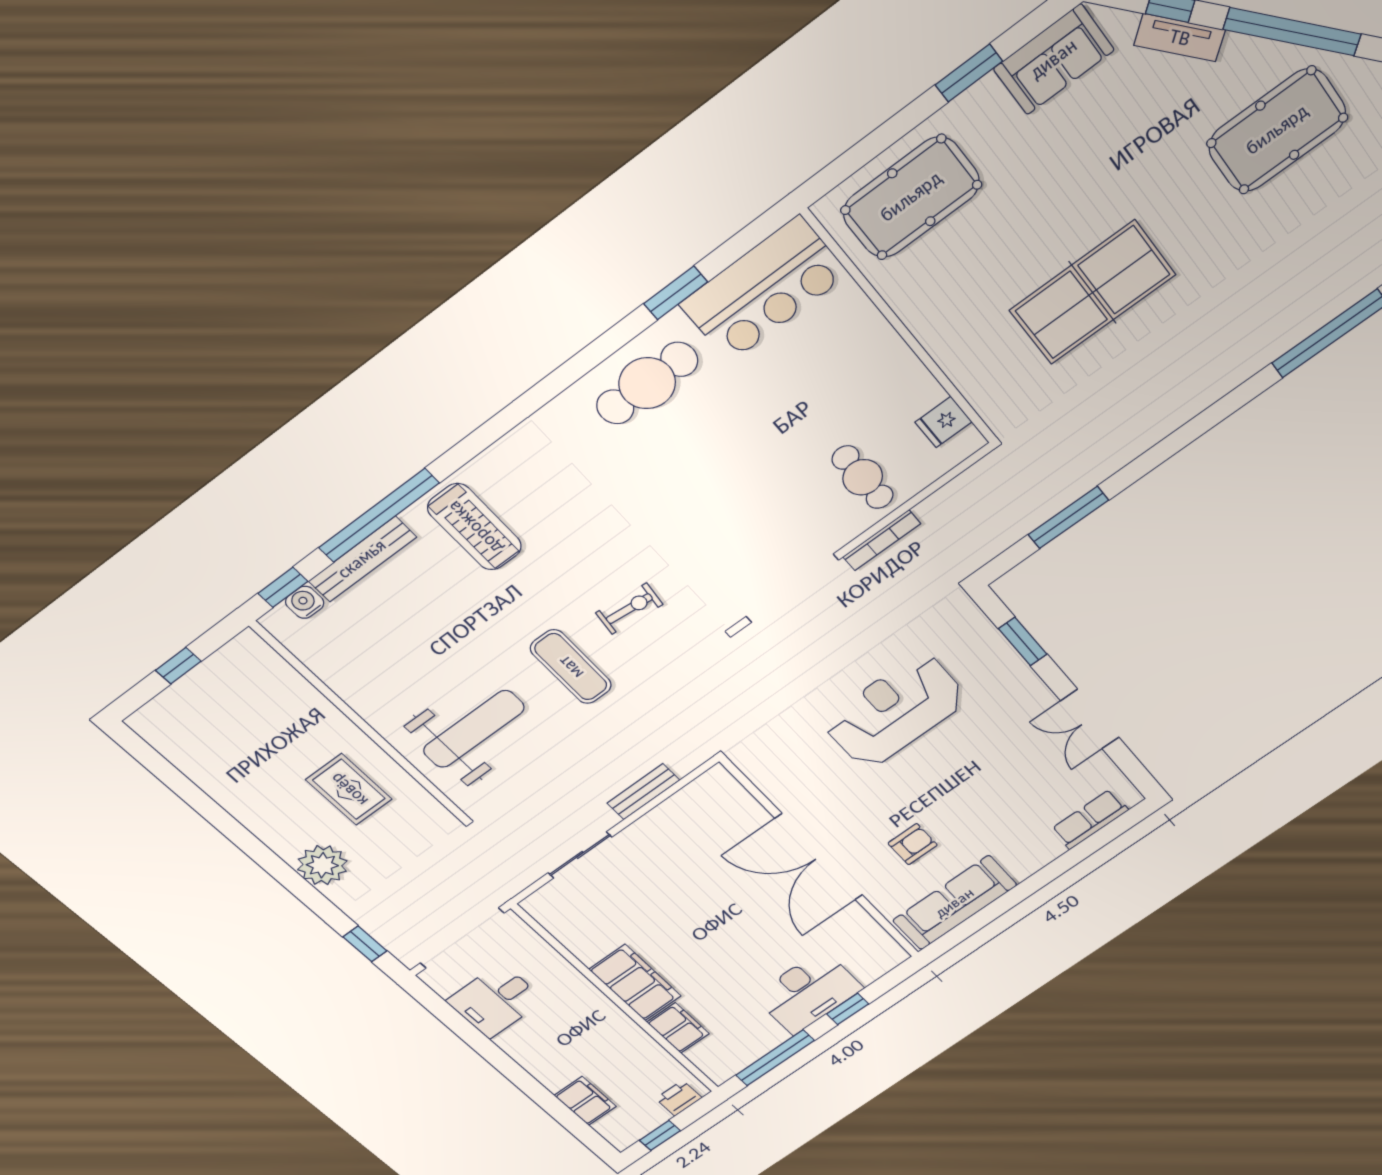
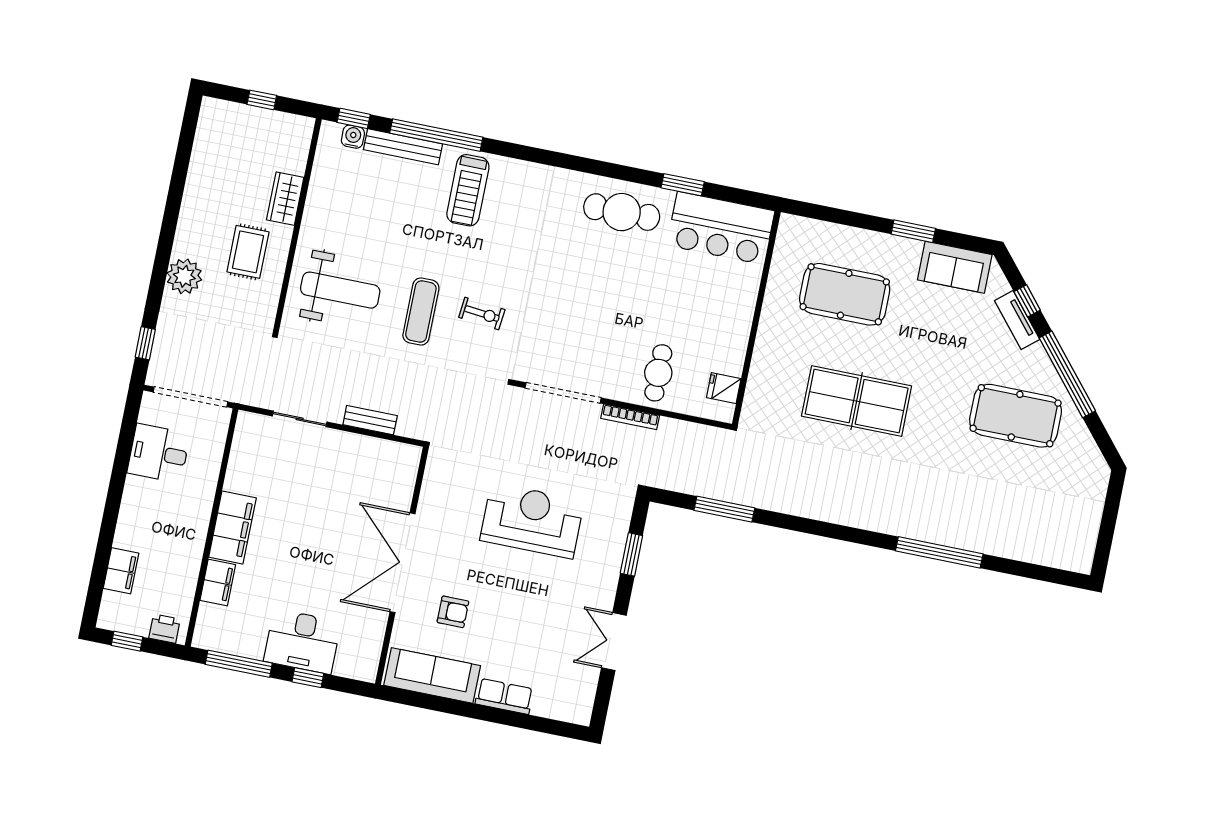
pool table: (911, 197) -> (845, 294), moved
wardrobe: (319, 716) -> (285, 199), added
row of seats: (1090, 819) -> (504, 696), moved

